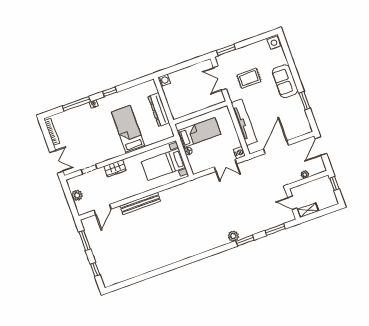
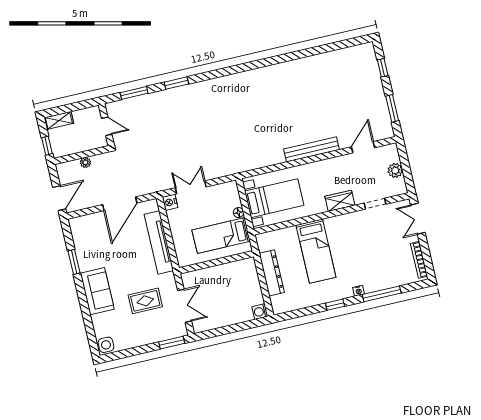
shelving: (308, 210) -> (59, 120), moved
plant: (233, 236) -> (191, 91), removed

